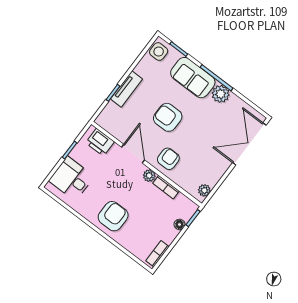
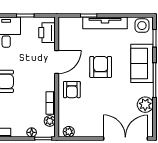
tv unit: (126, 89) -> (105, 23), width x1.41
plant: (221, 94) -> (145, 105), moved
armchair: (168, 159) -> (72, 90), turned 90
plant: (149, 176) -> (50, 121), moved

